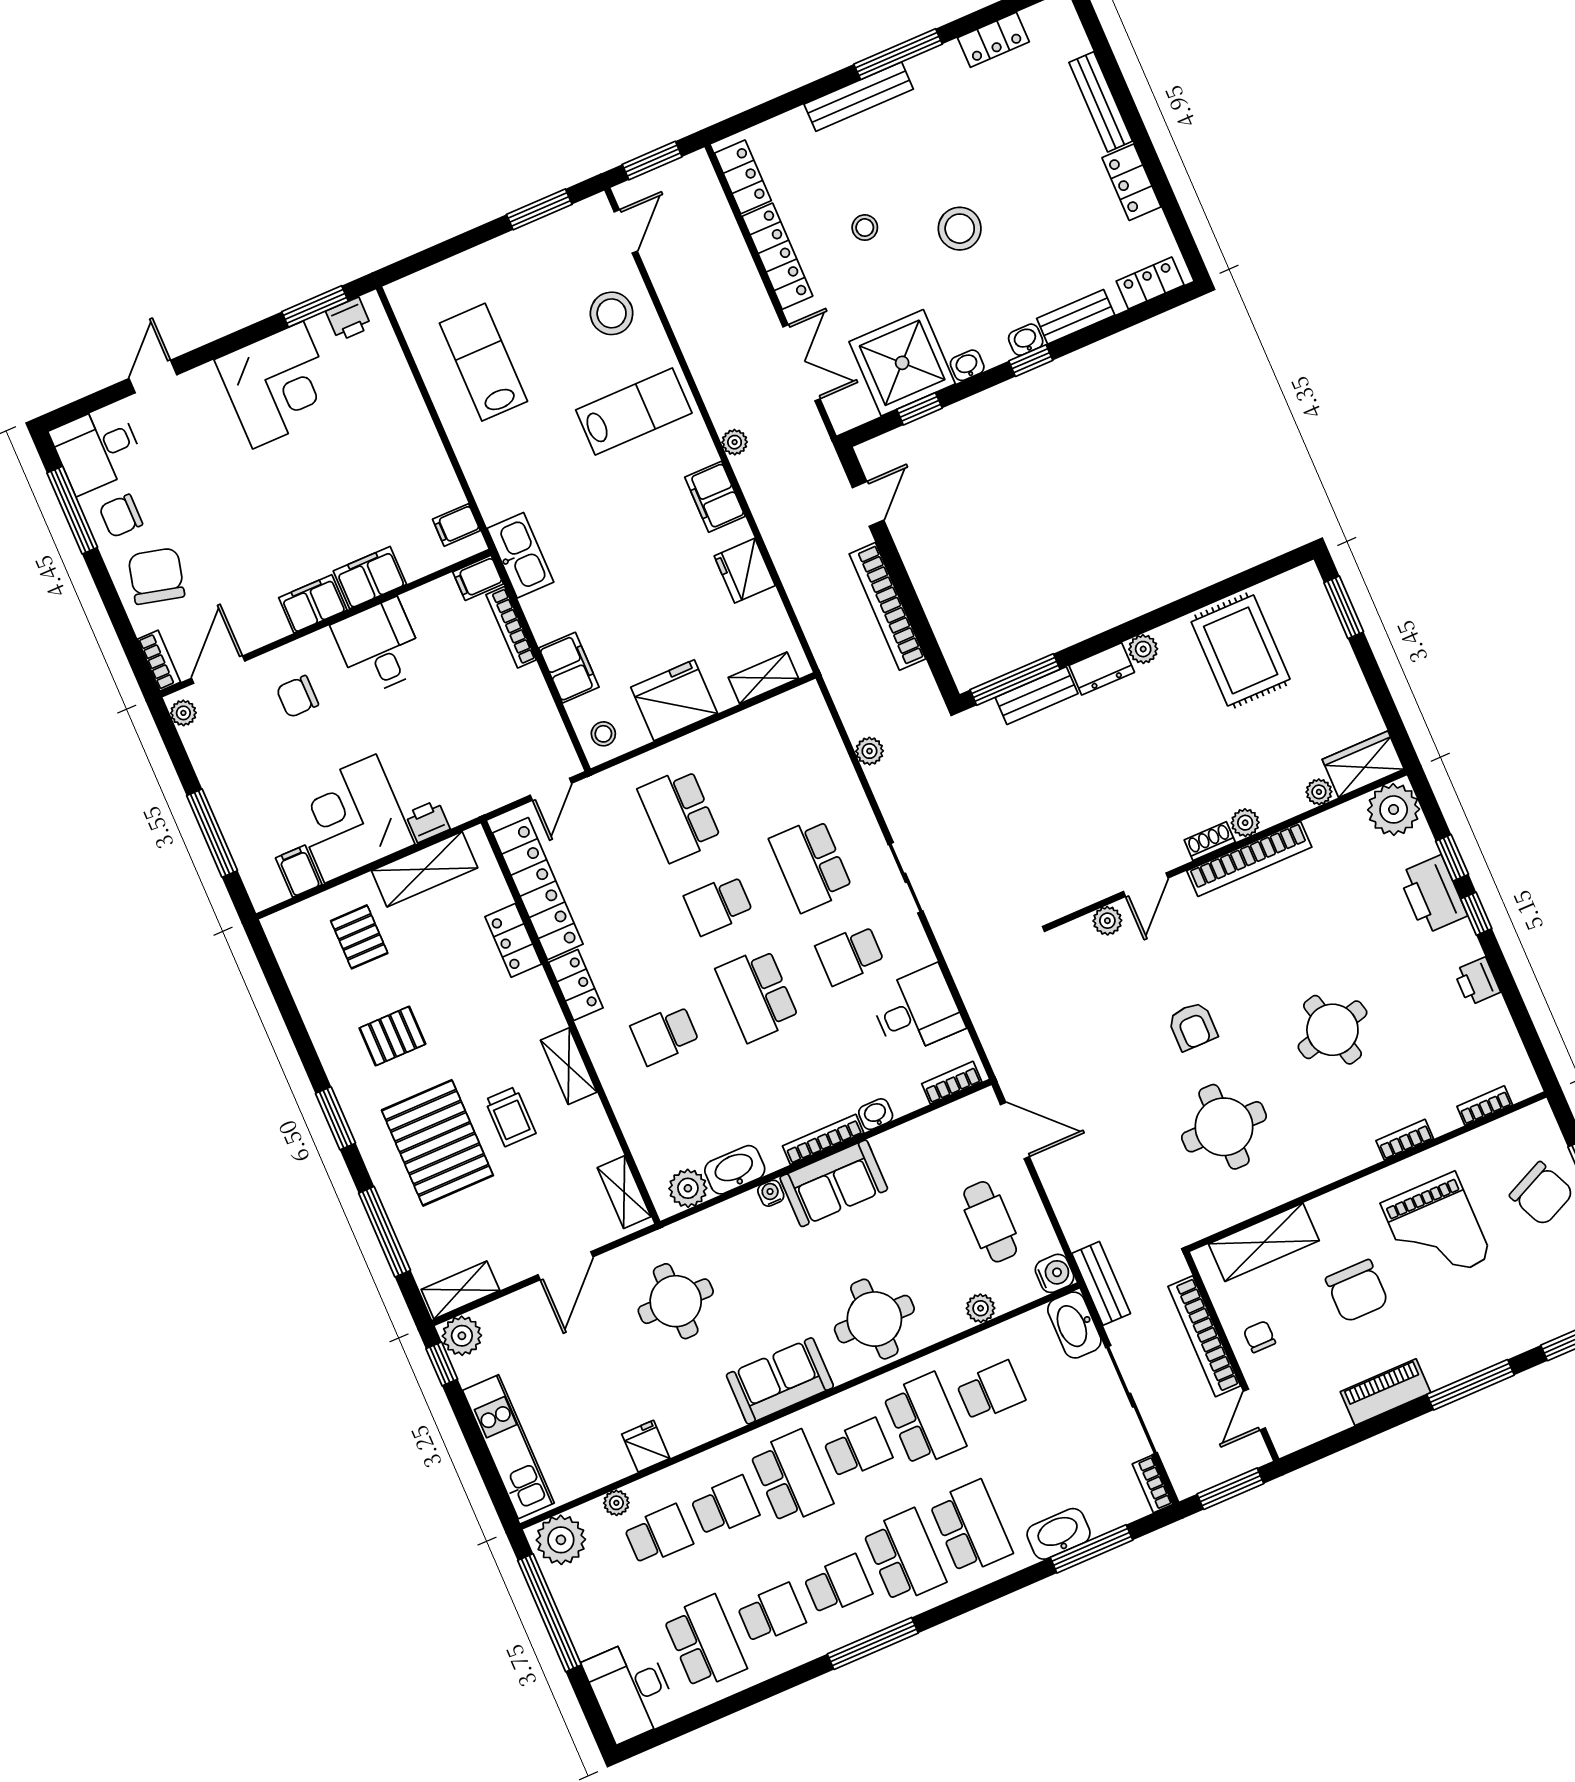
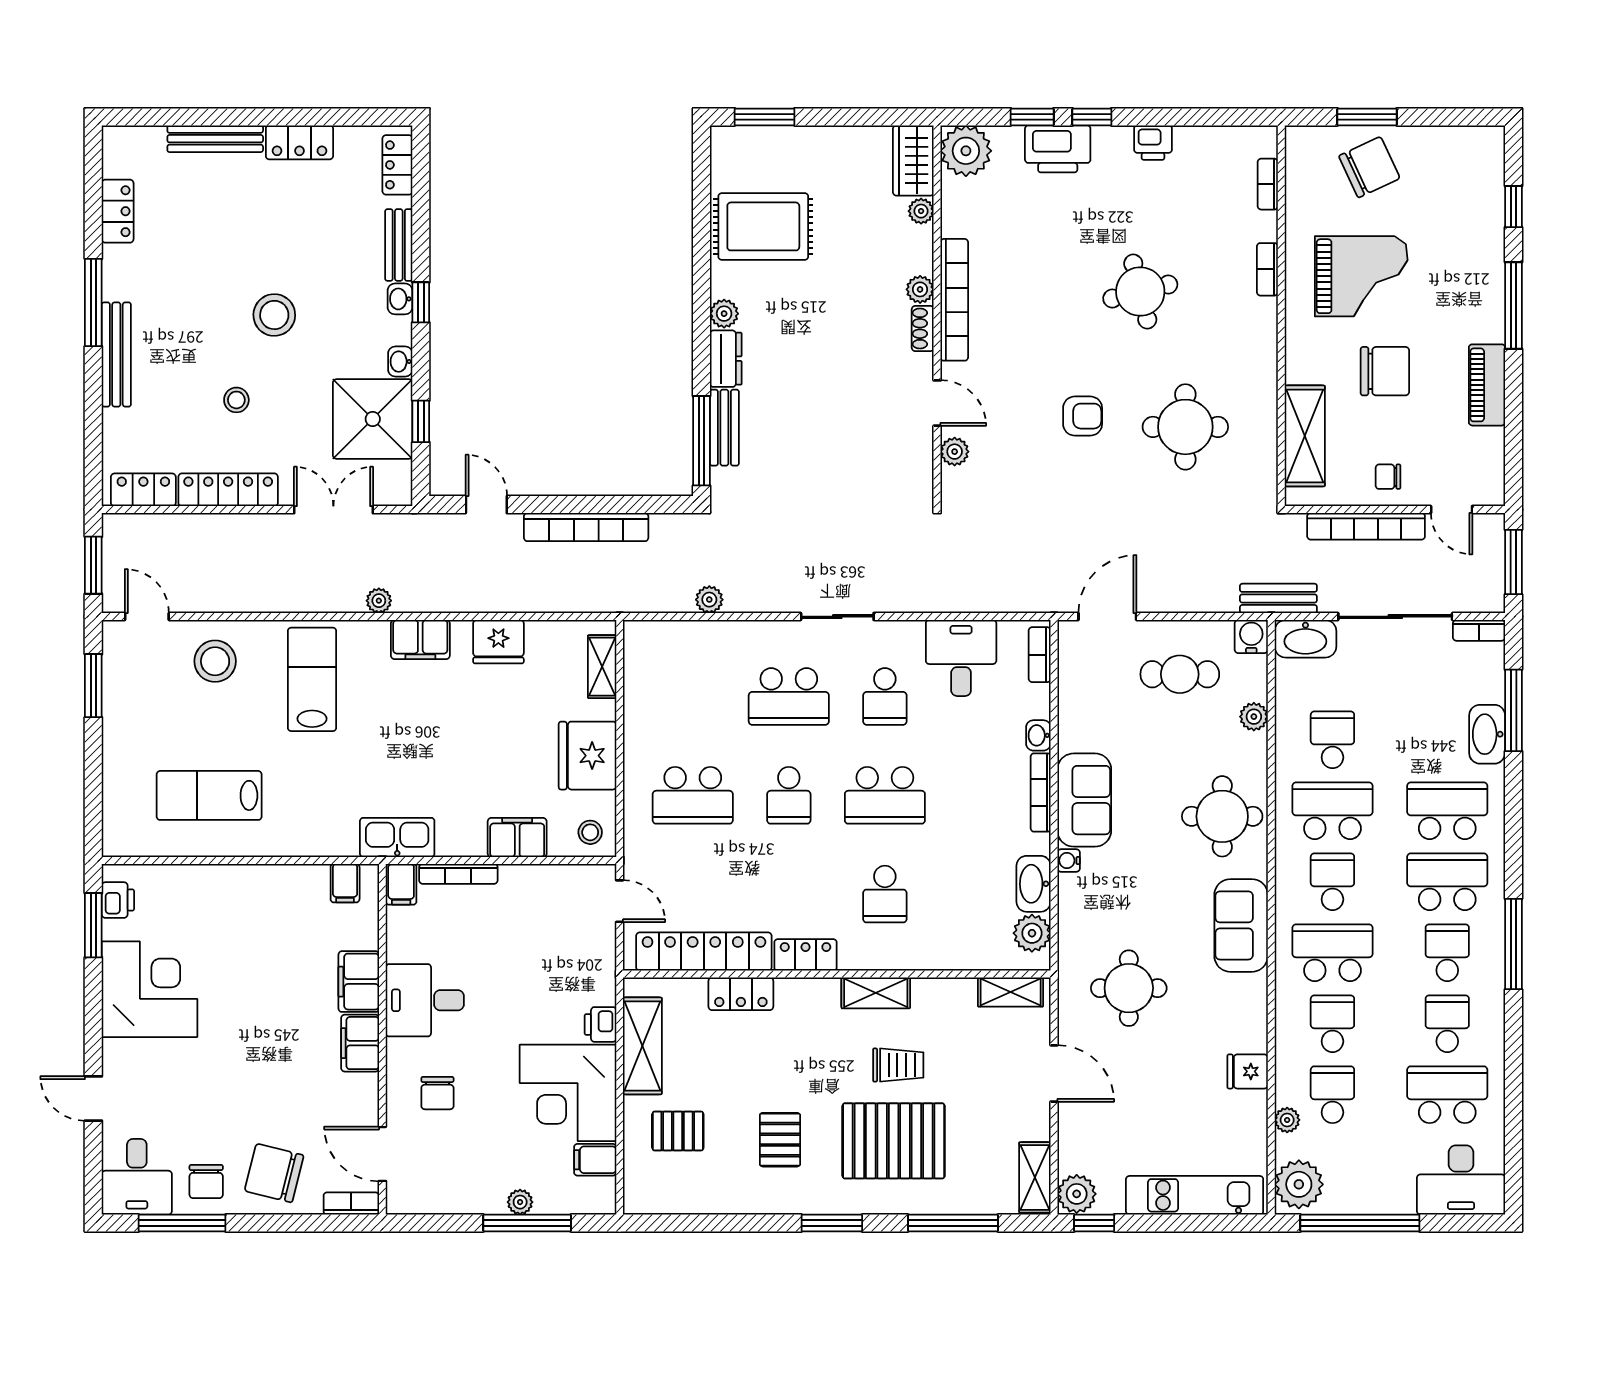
plant: (183, 713) -> (520, 1202), moved

